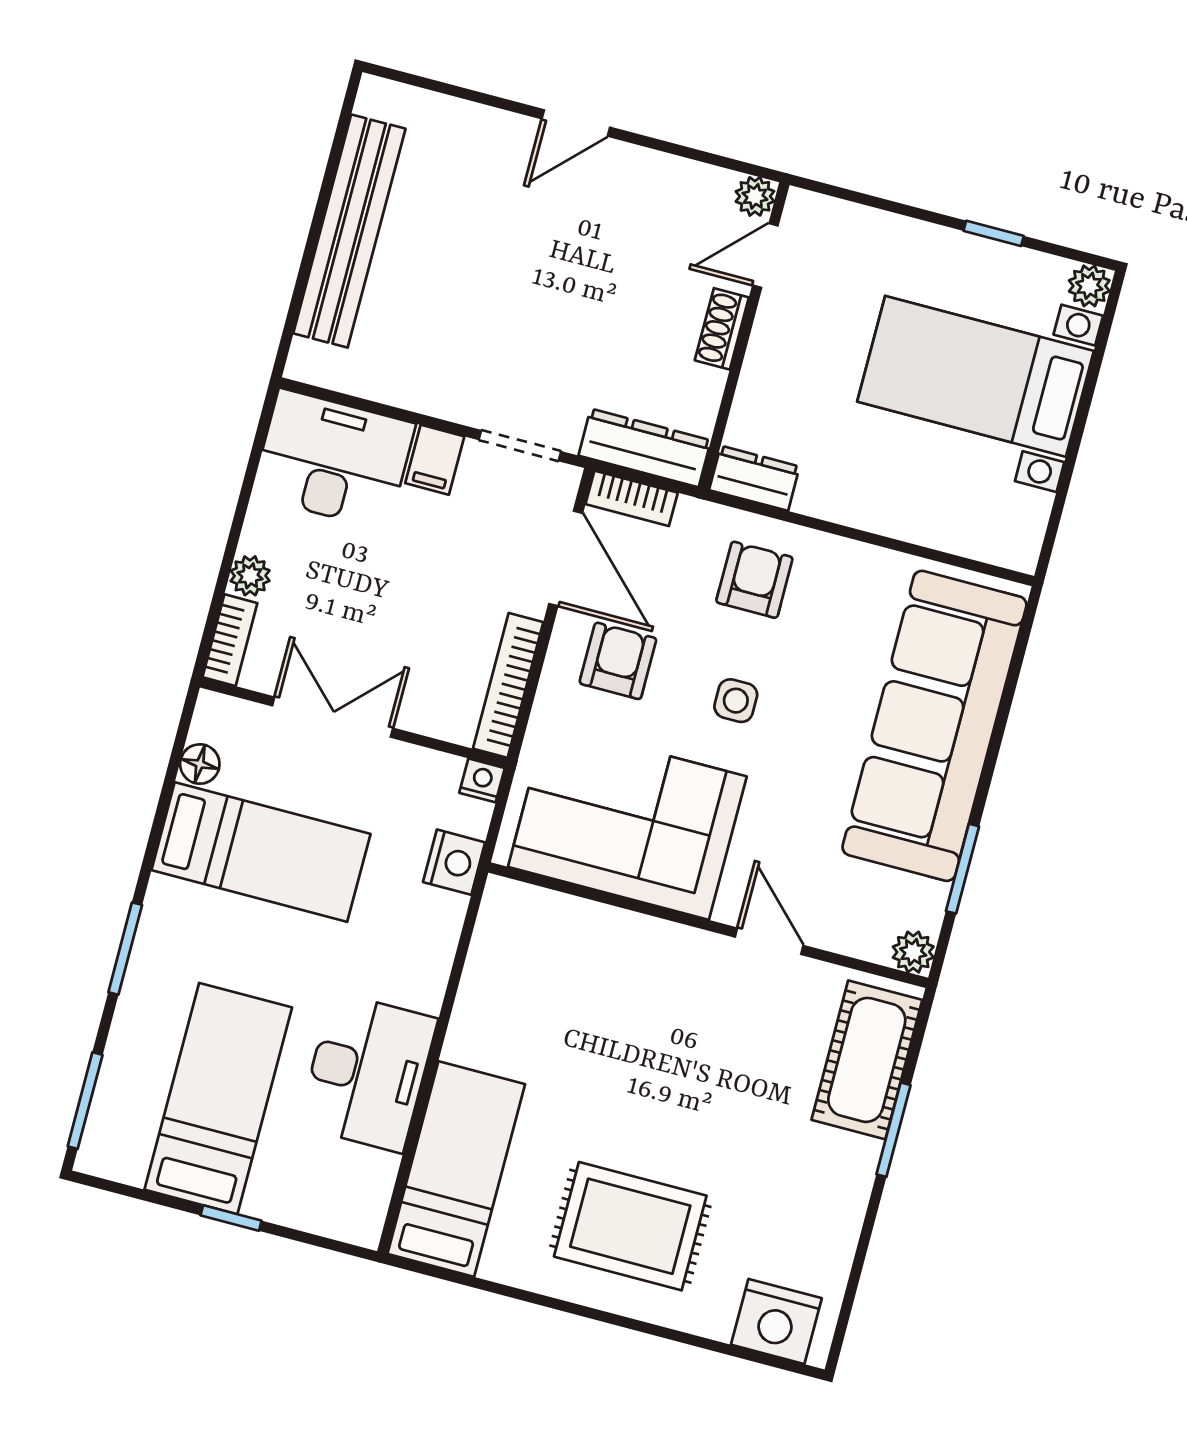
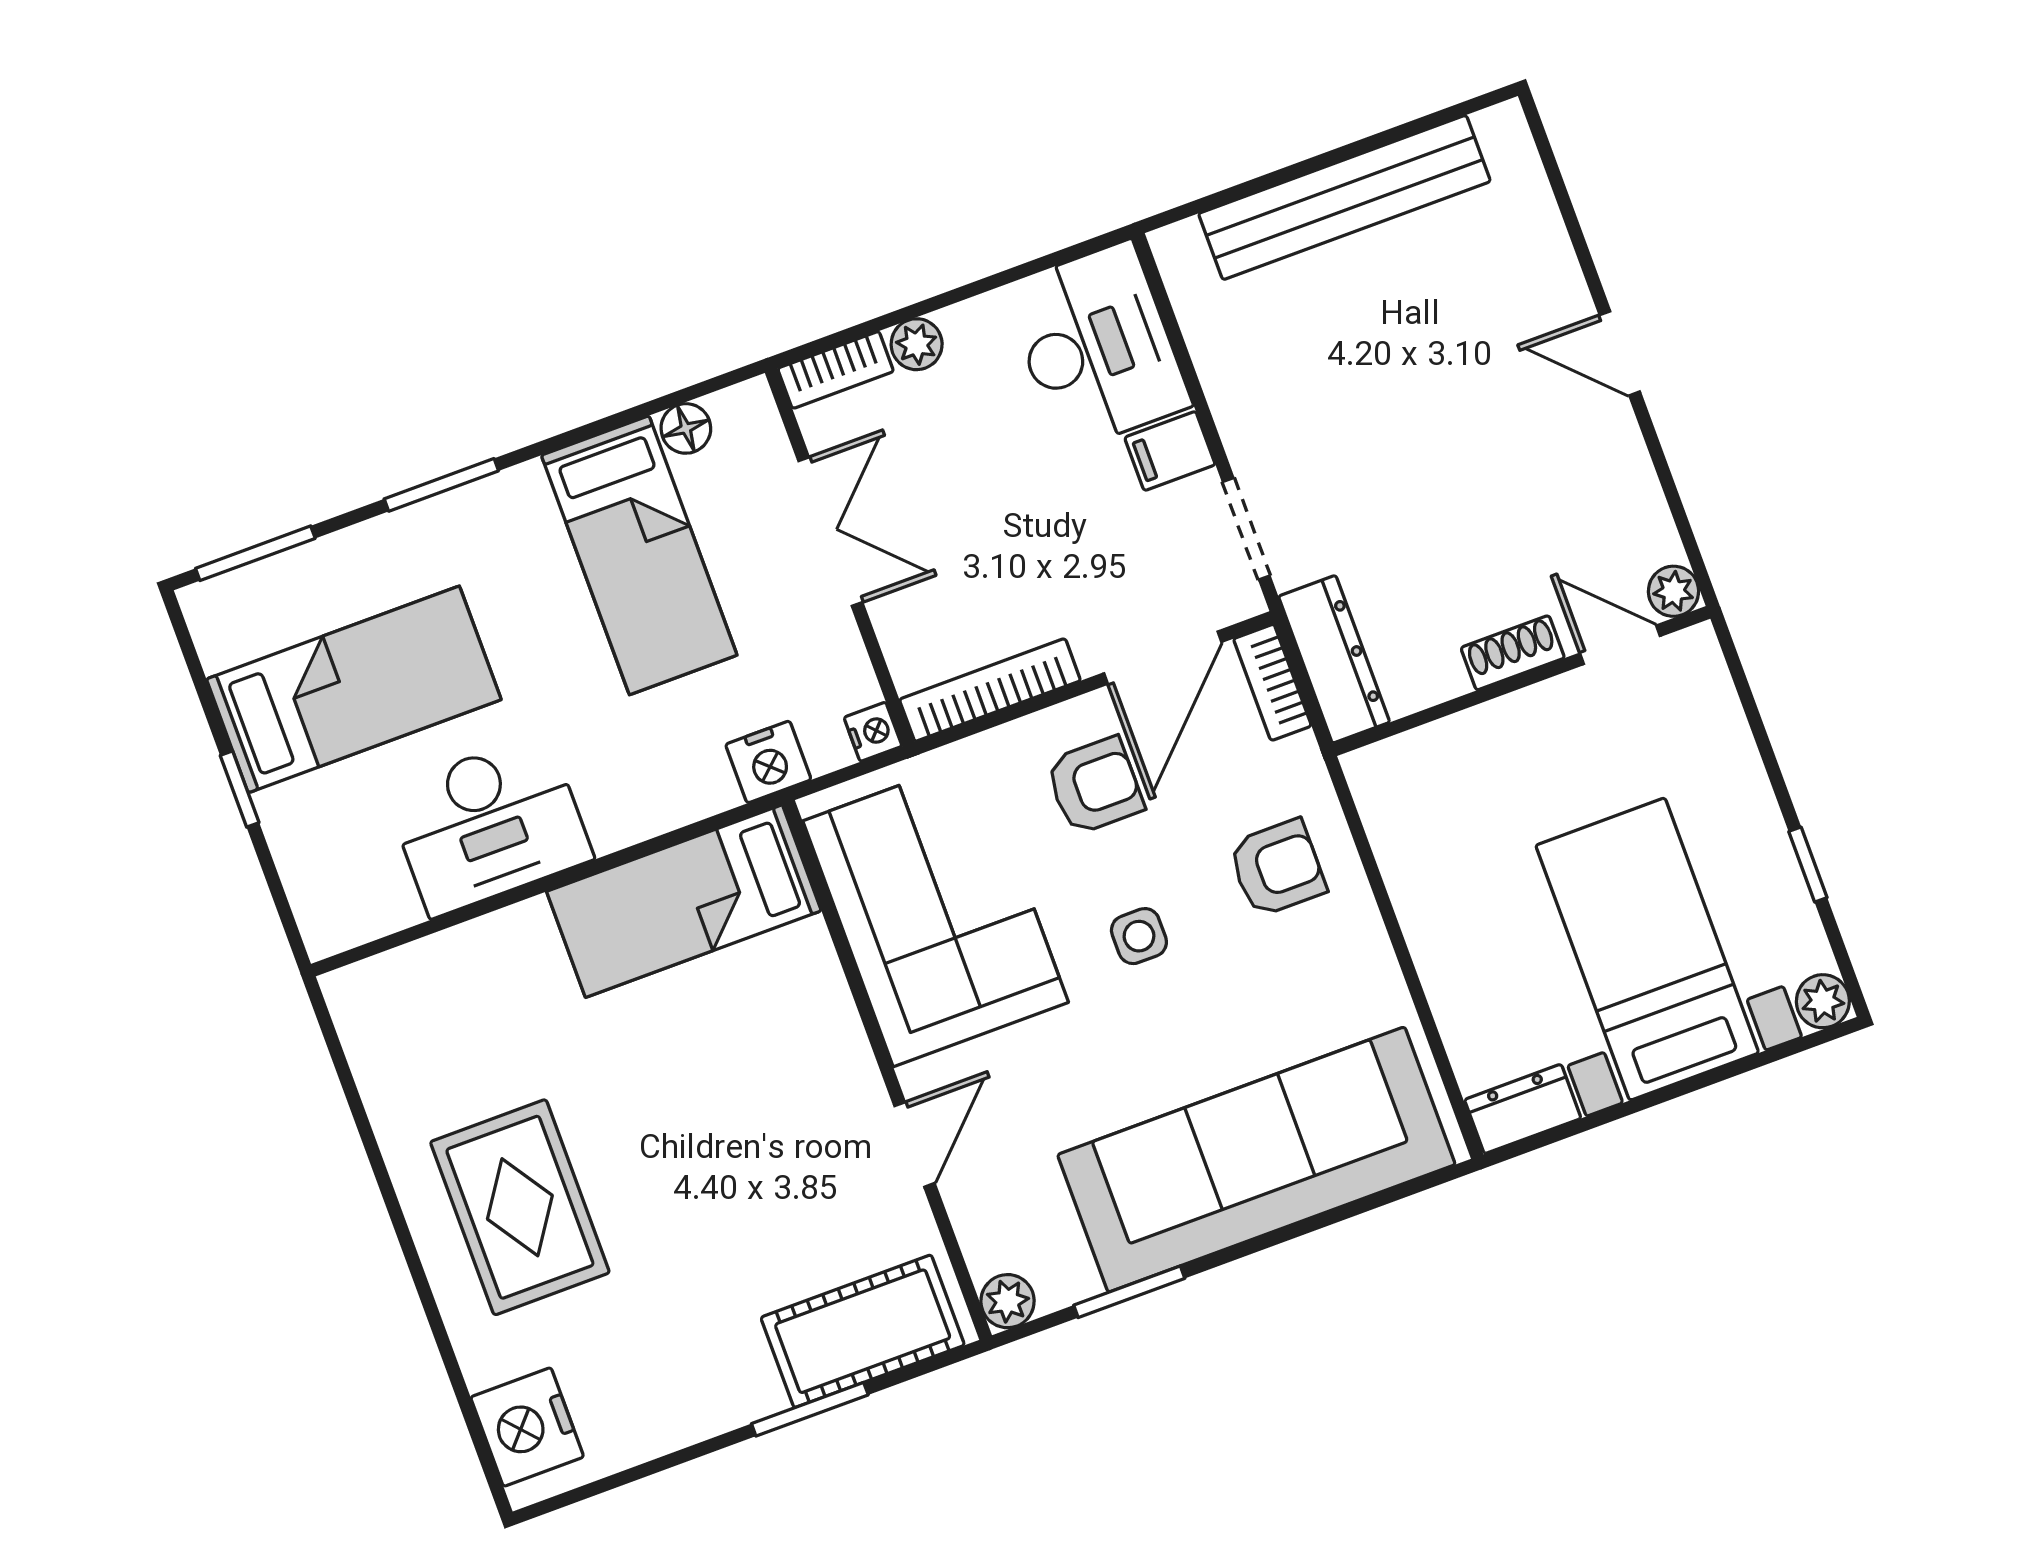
dresser: (754, 478) -> (1523, 1109), moved, turned -90
bed: (456, 1169) -> (684, 901), moved, turned 180

